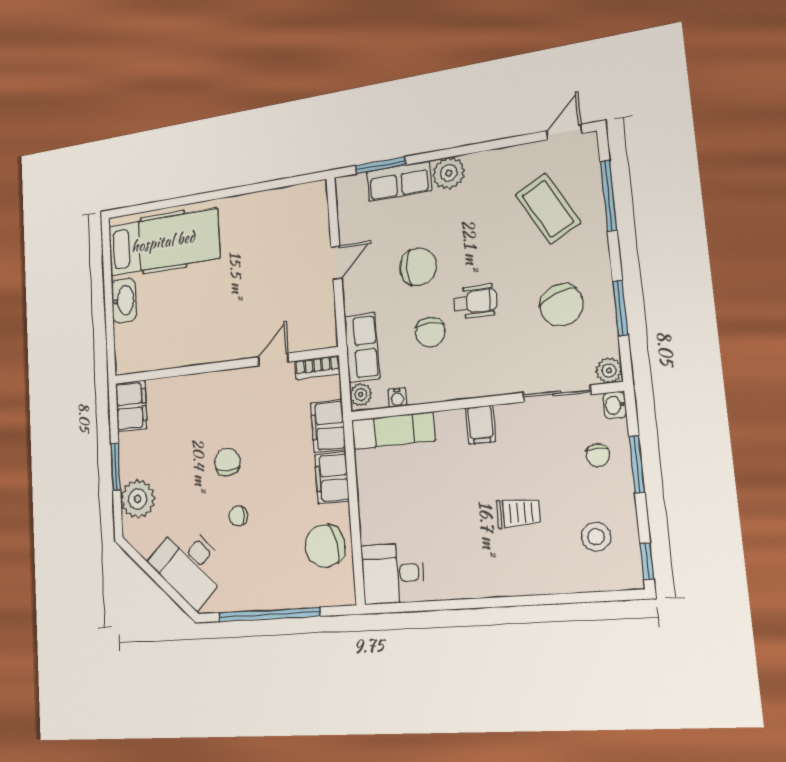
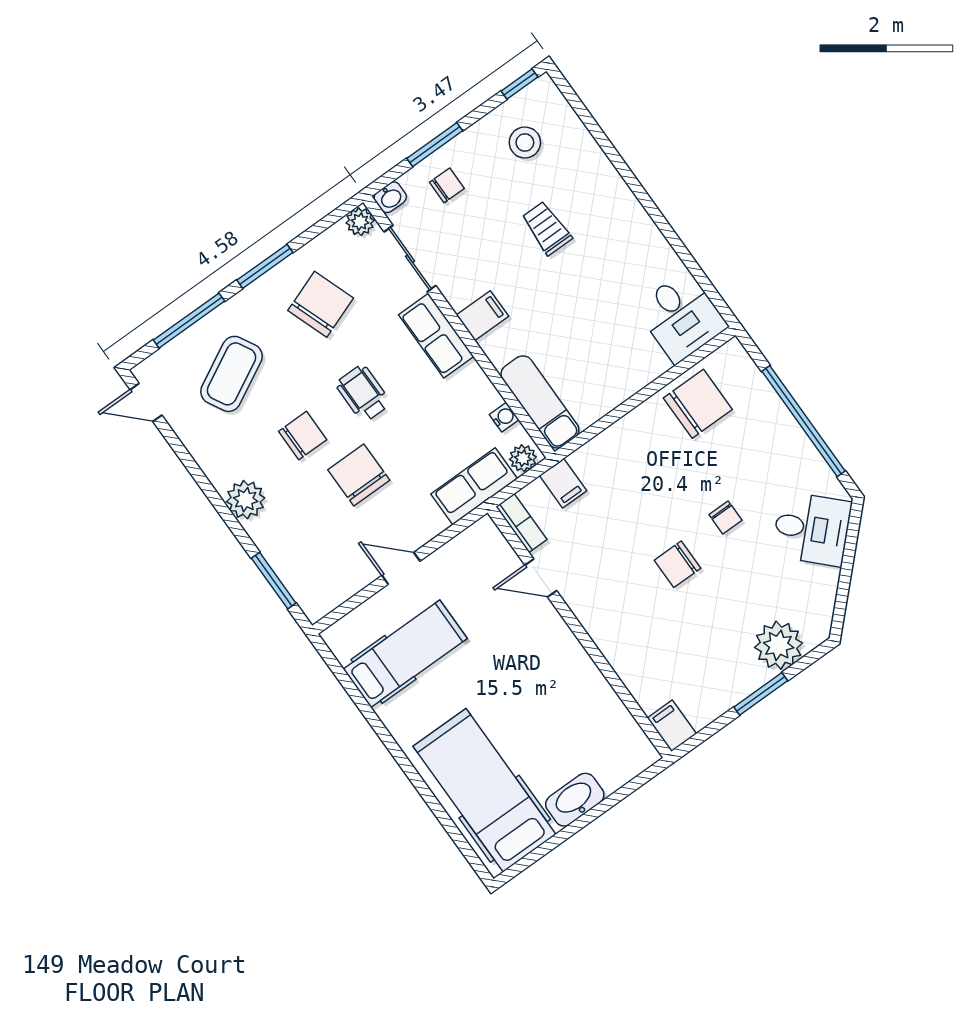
row of seats: (399, 181) -> (436, 336), moved, turned 180
hospital bed: (279, 235) -> (405, 654), added
window: (620, 308) -> (265, 266), moved
chair: (430, 332) -> (303, 436), moved
filing cabinet: (131, 406) -> (672, 726), width x0.50
filing cabinet: (328, 426) -> (563, 483), width x0.50
filing cabinet: (332, 478) -> (625, 438), removed
chair: (325, 546) -> (698, 404), turned -79
desk: (189, 565) -> (812, 529), width x0.73

